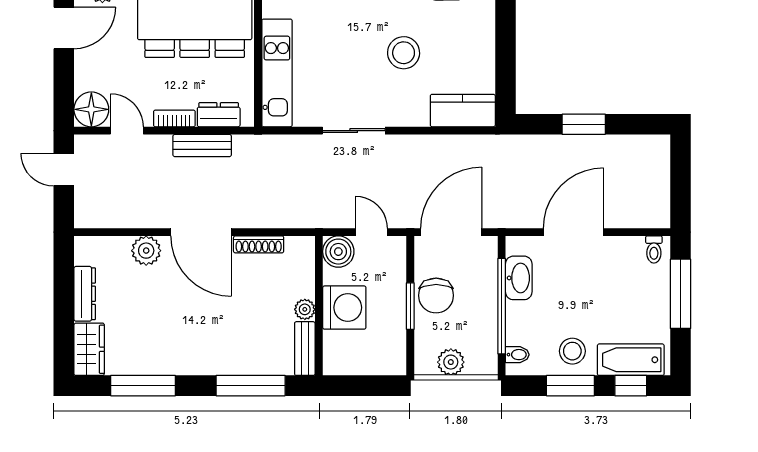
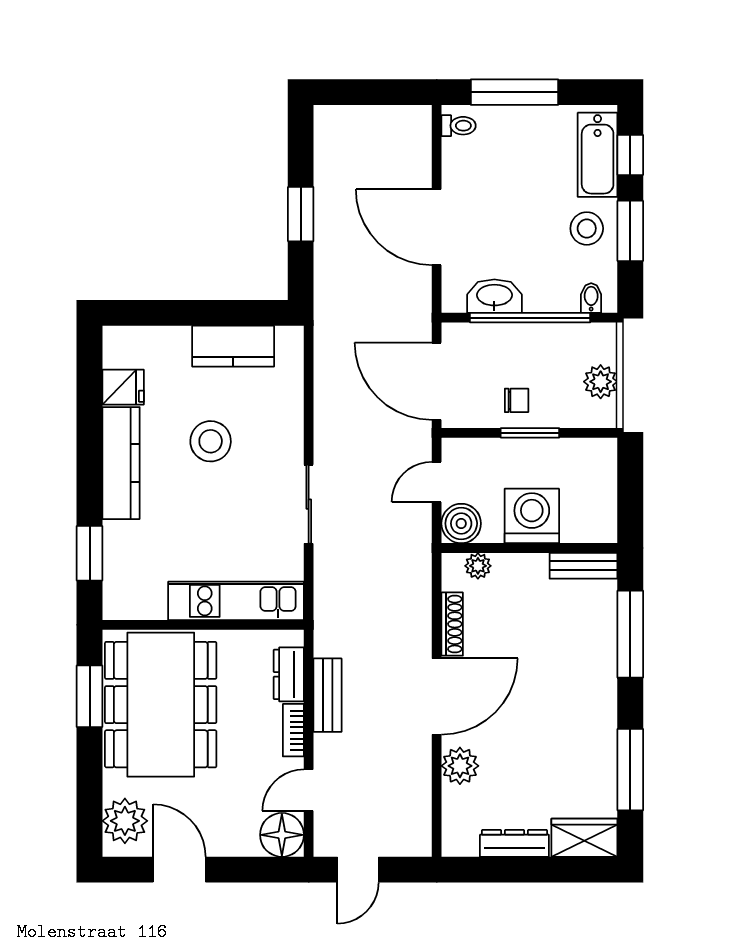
kitchen counter: (463, 111) -> (233, 346), moved, turned -90
chair: (436, 295) -> (517, 400), width x0.54, depth x0.54
plant: (305, 309) -> (478, 566), moved

